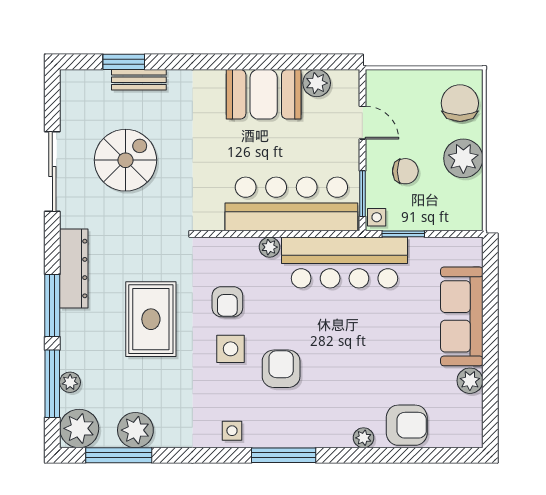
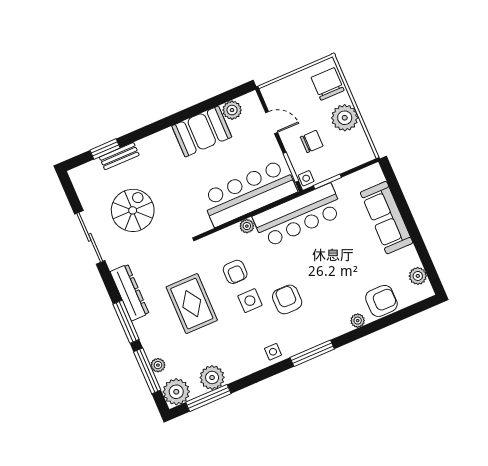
plant: (470, 381) -> (418, 276), moved

